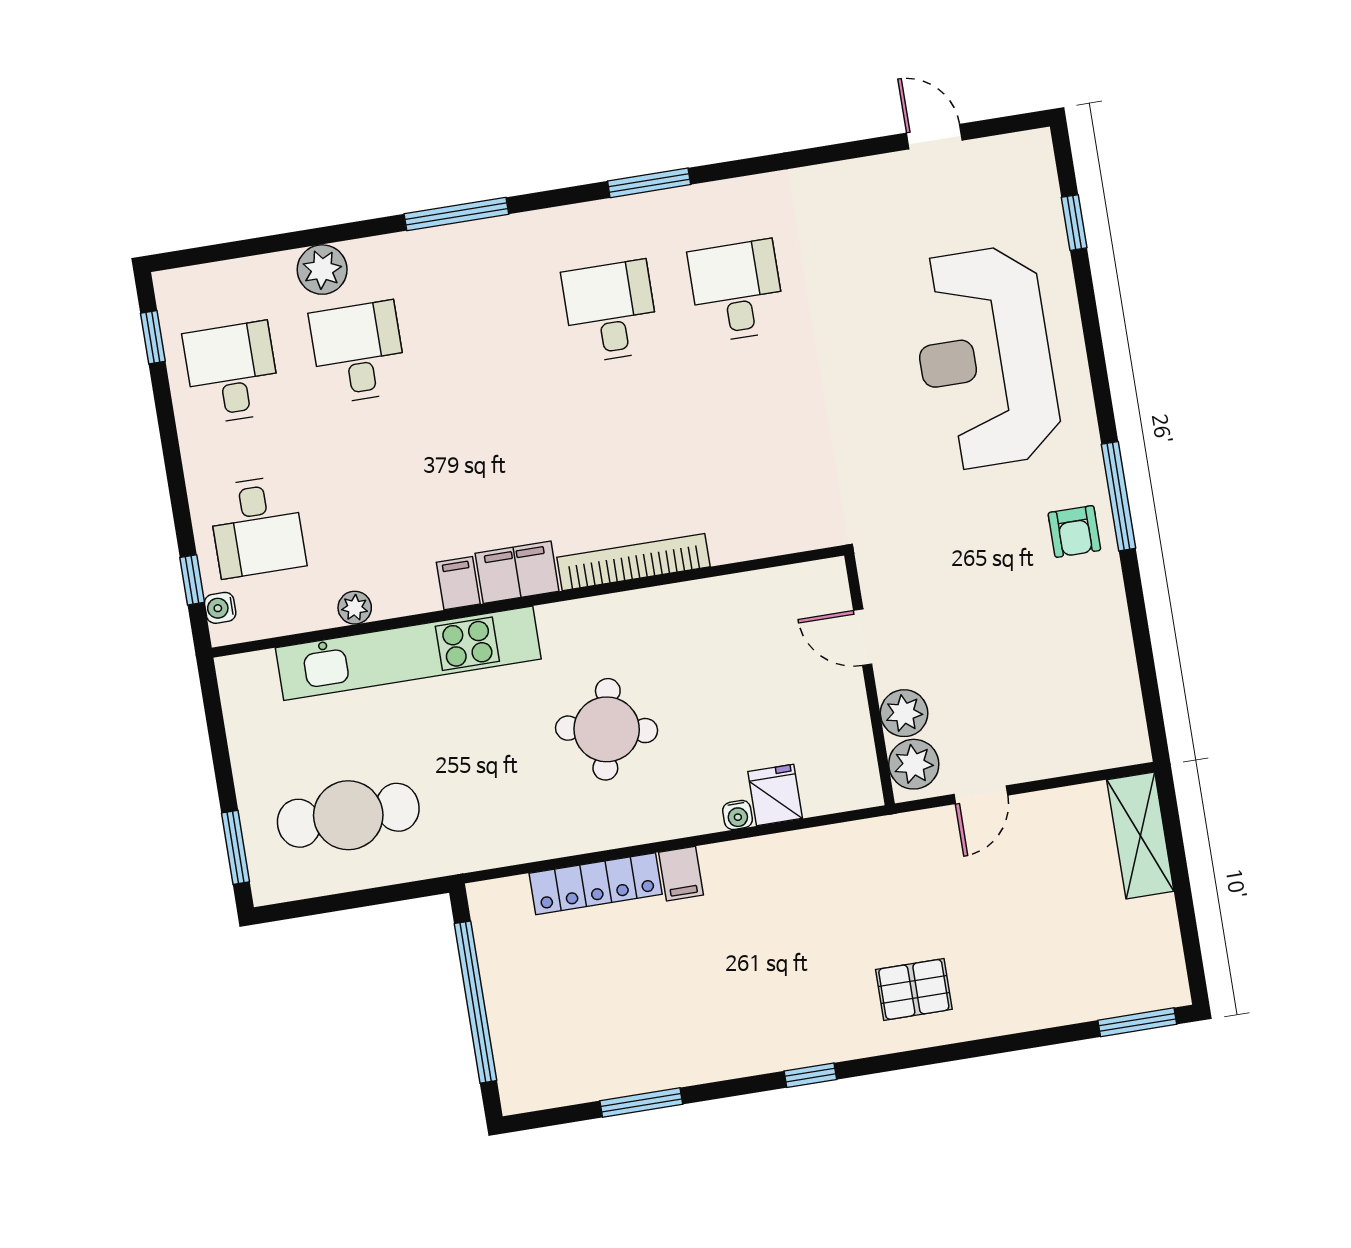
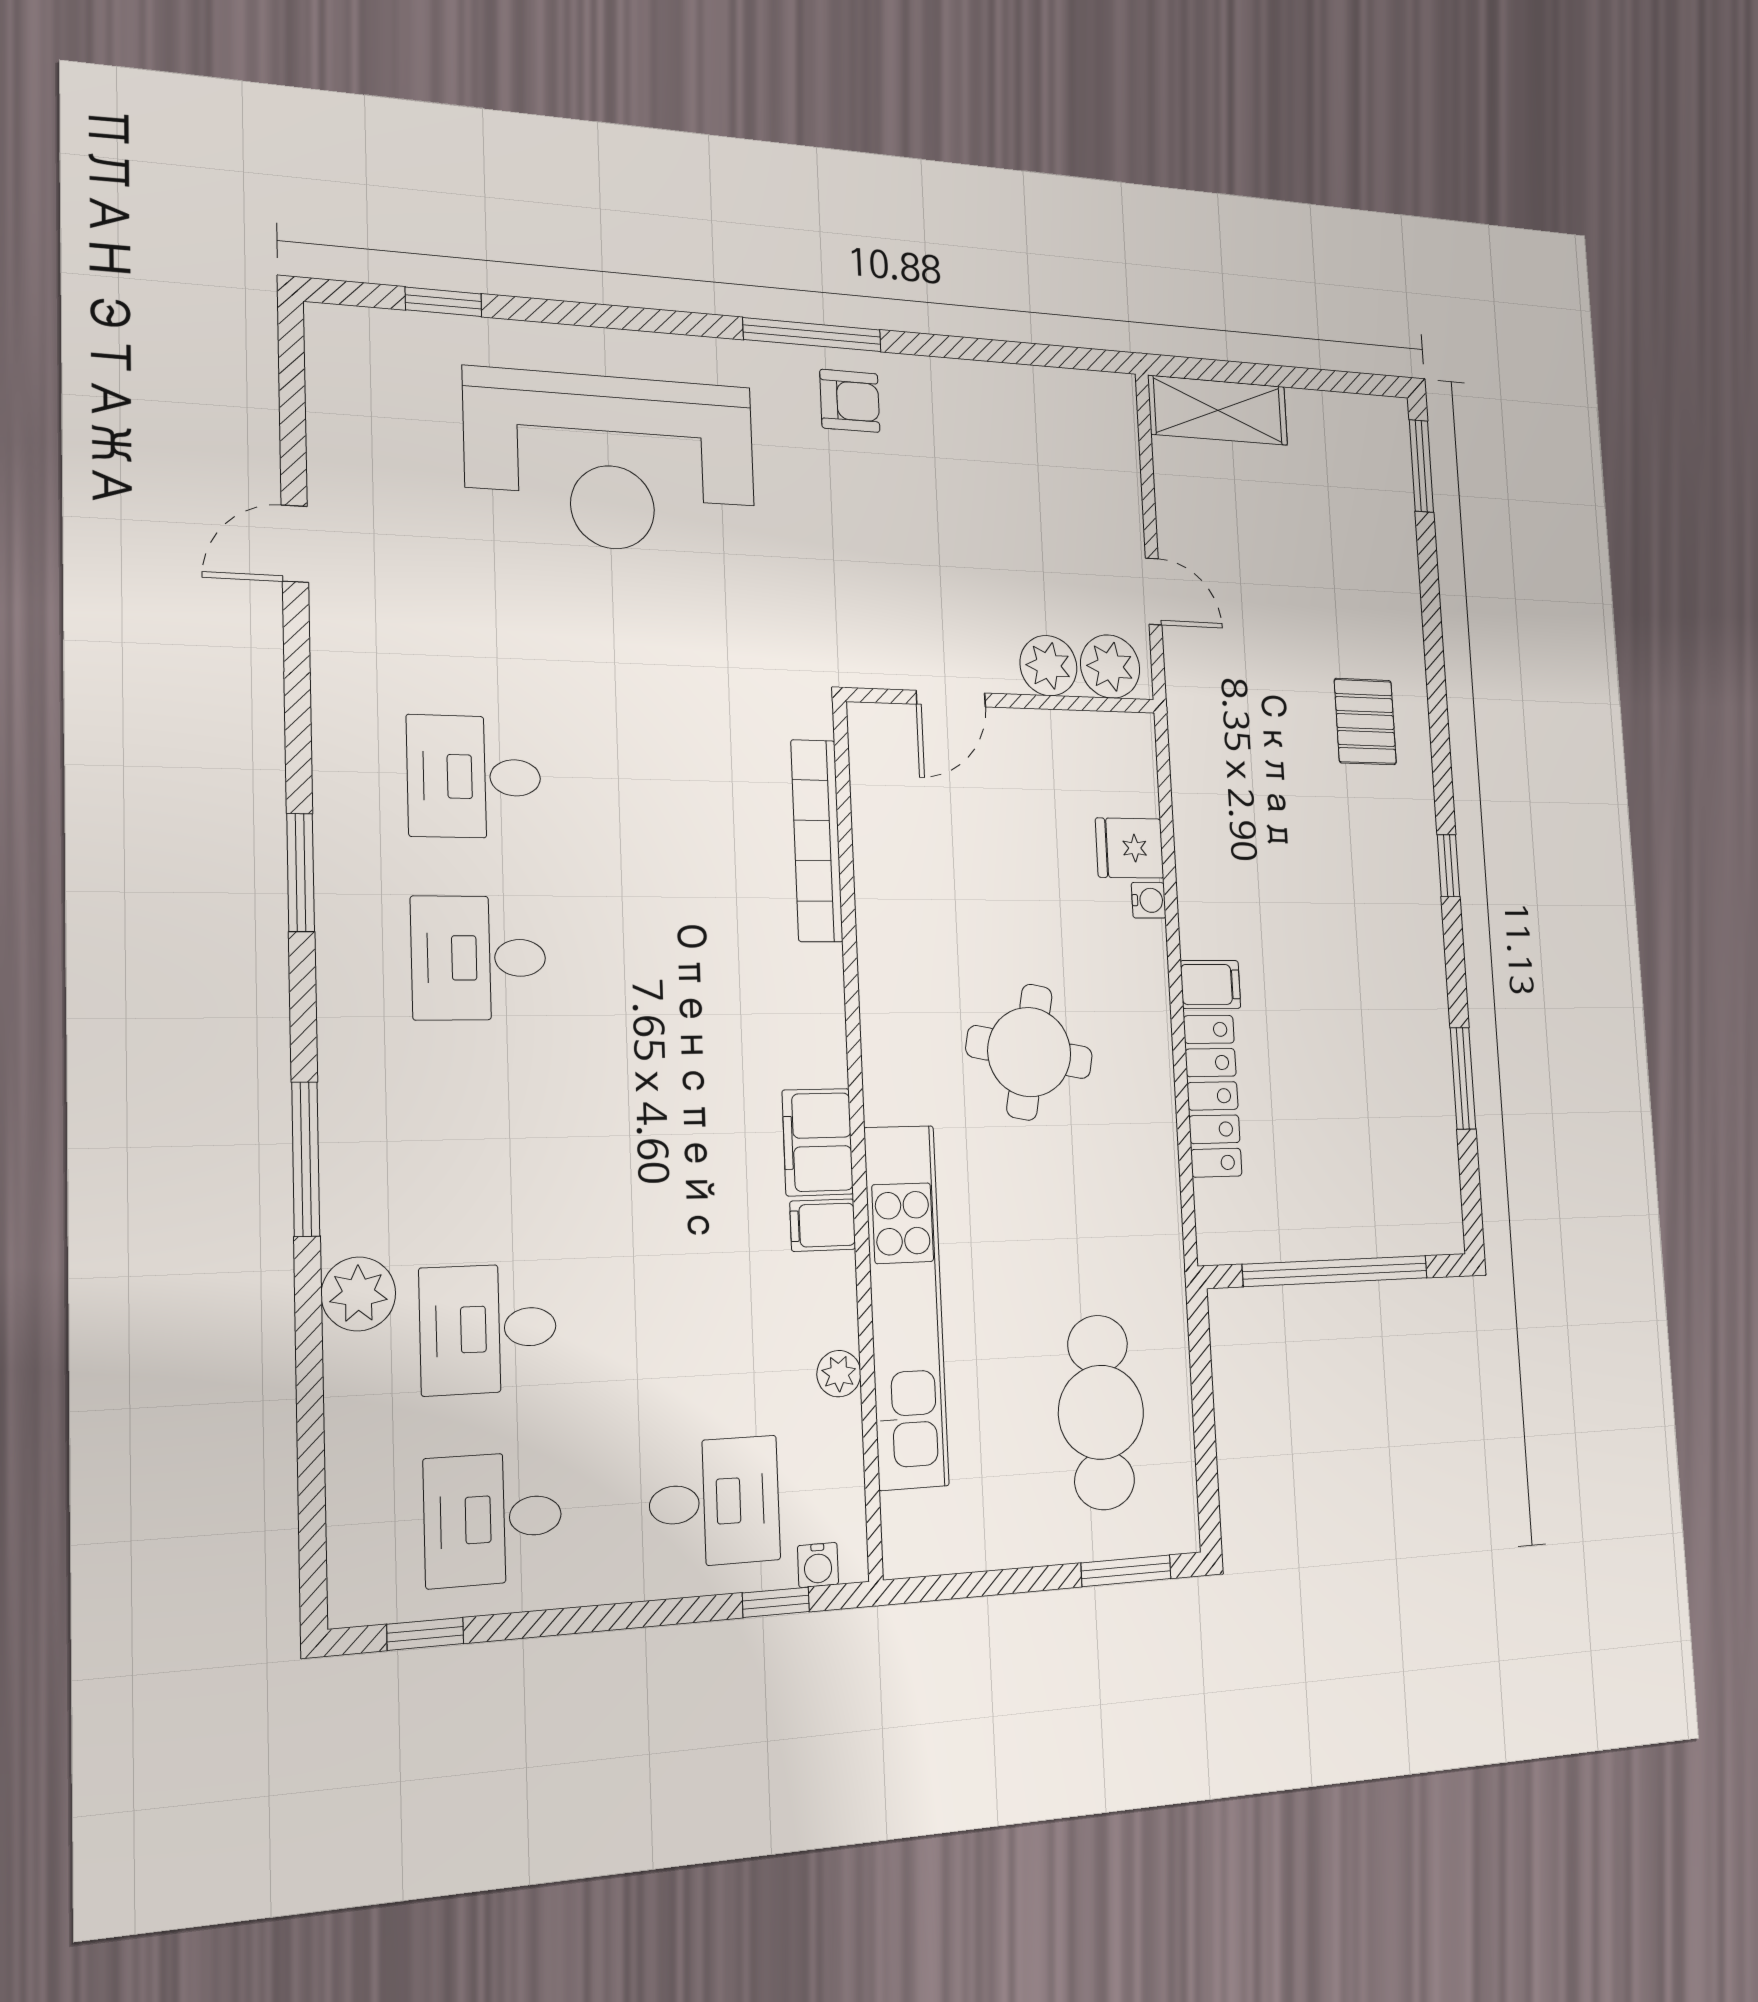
door: (934, 137) -> (295, 544), moved
plant: (322, 270) -> (358, 1294), moved
bookcase: (633, 562) -> (817, 841), moved

